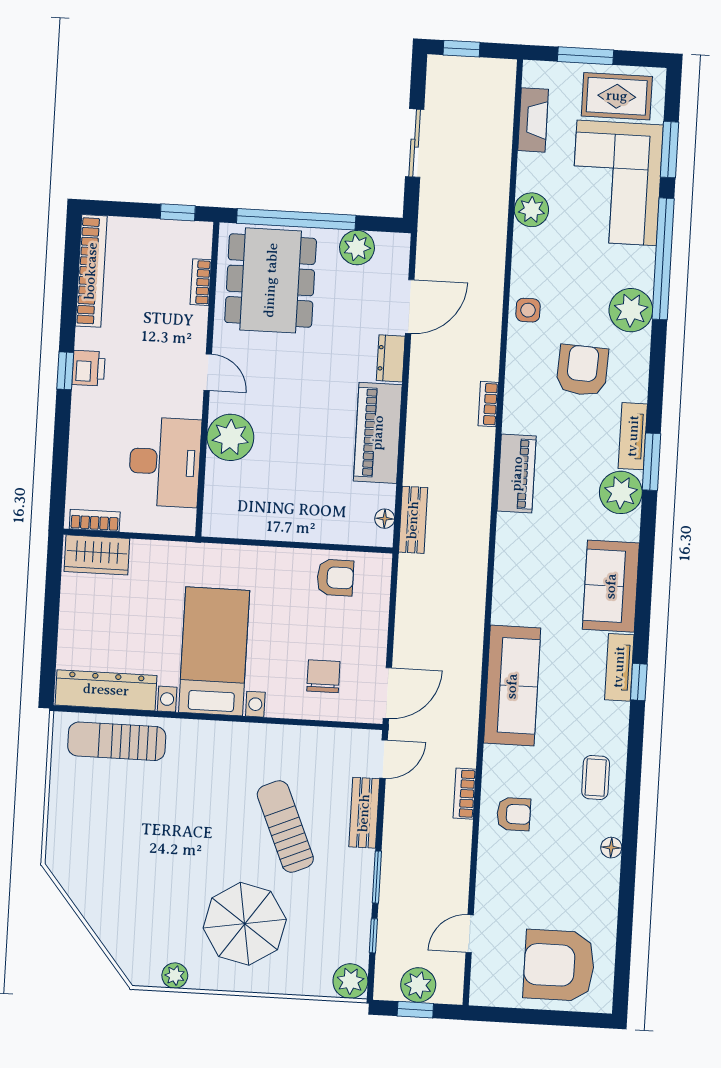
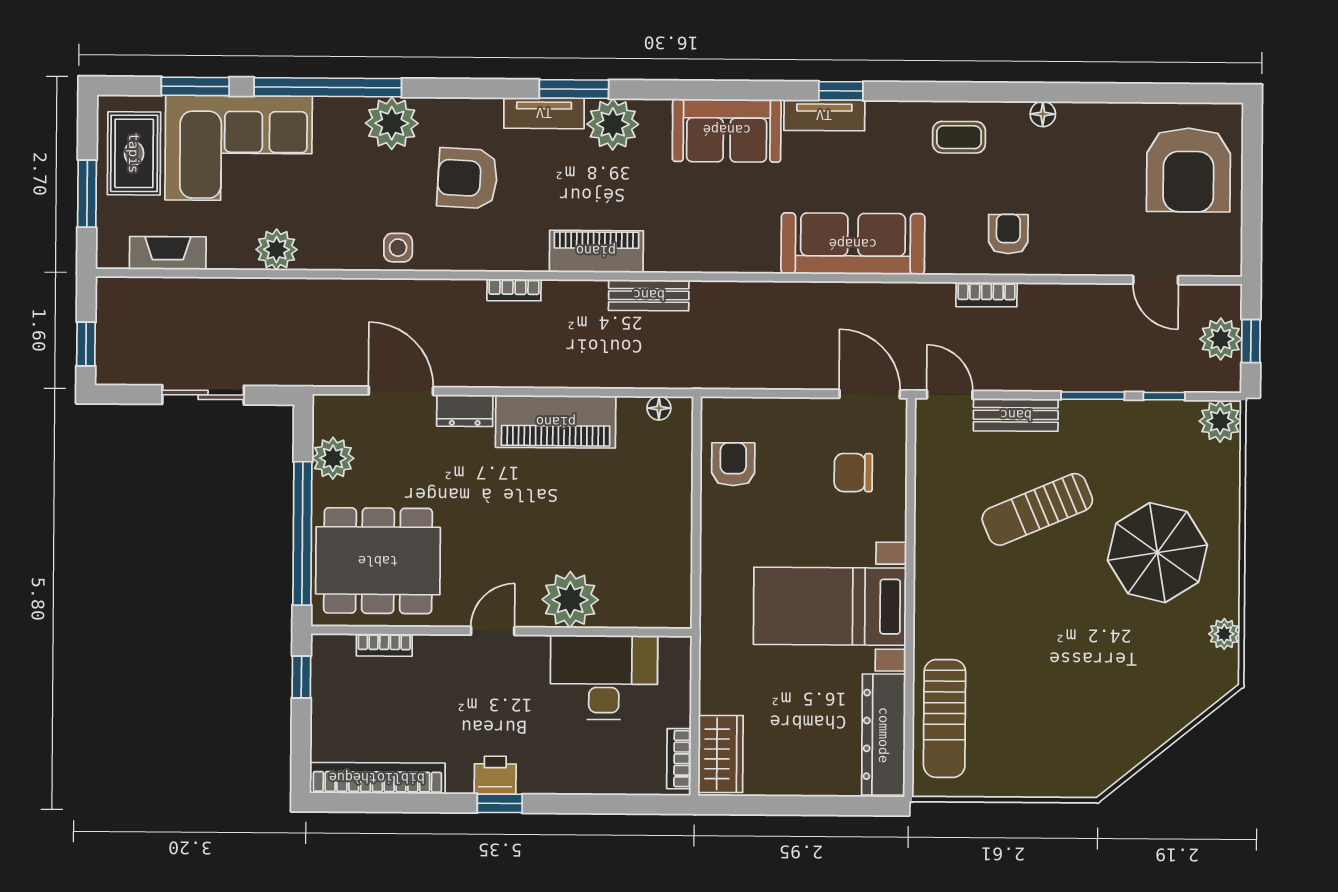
bench: (413, 520) -> (649, 295), moved

